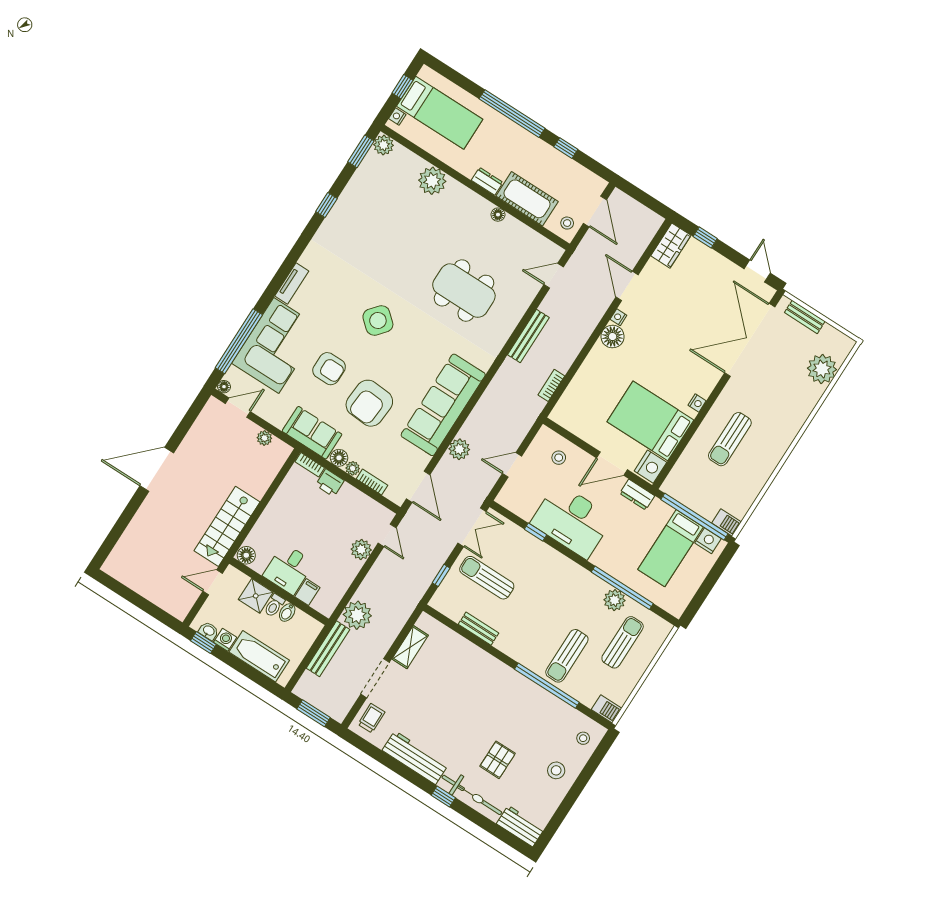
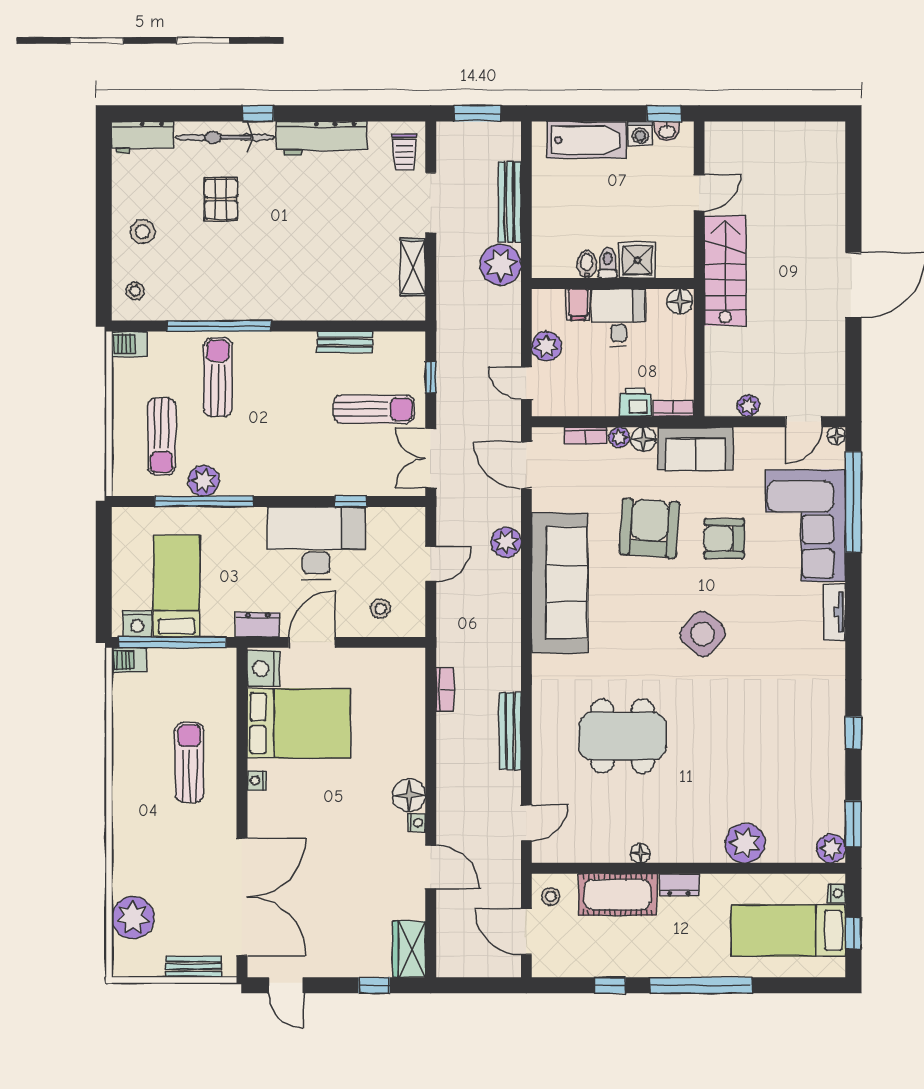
floor lamp: (246, 555) -> (680, 302), moved
desk: (288, 569) -> (619, 318), moved
wall: (279, 591) -> (613, 284), moved
filing cabinet: (307, 592) -> (578, 304), moved
shower: (256, 596) -> (637, 260), moved
toilet: (274, 605) -> (608, 263), moved
bidet: (287, 612) -> (587, 264), moved

